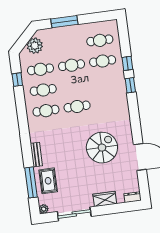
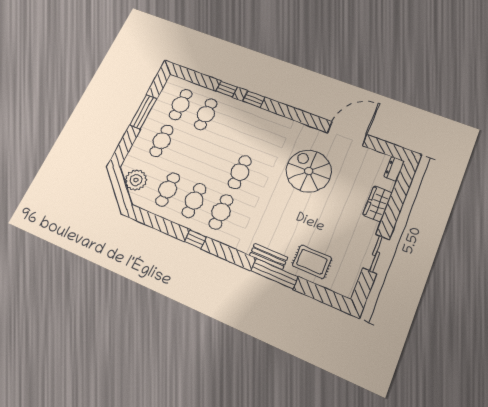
window: (64, 22) -> (143, 112), moved
cafe table: (72, 65) -> (162, 141), moved
window: (17, 80) -> (195, 239), moved
window: (31, 182) -> (274, 274), moved
plant: (44, 209) -> (347, 290), removed
sliding door: (74, 214) -> (376, 254), width x0.73

